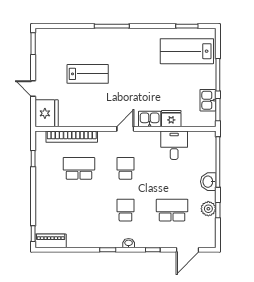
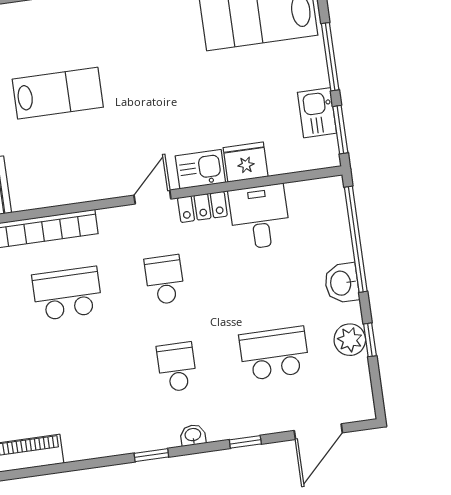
locker: (148, 137) -> (202, 207), added

